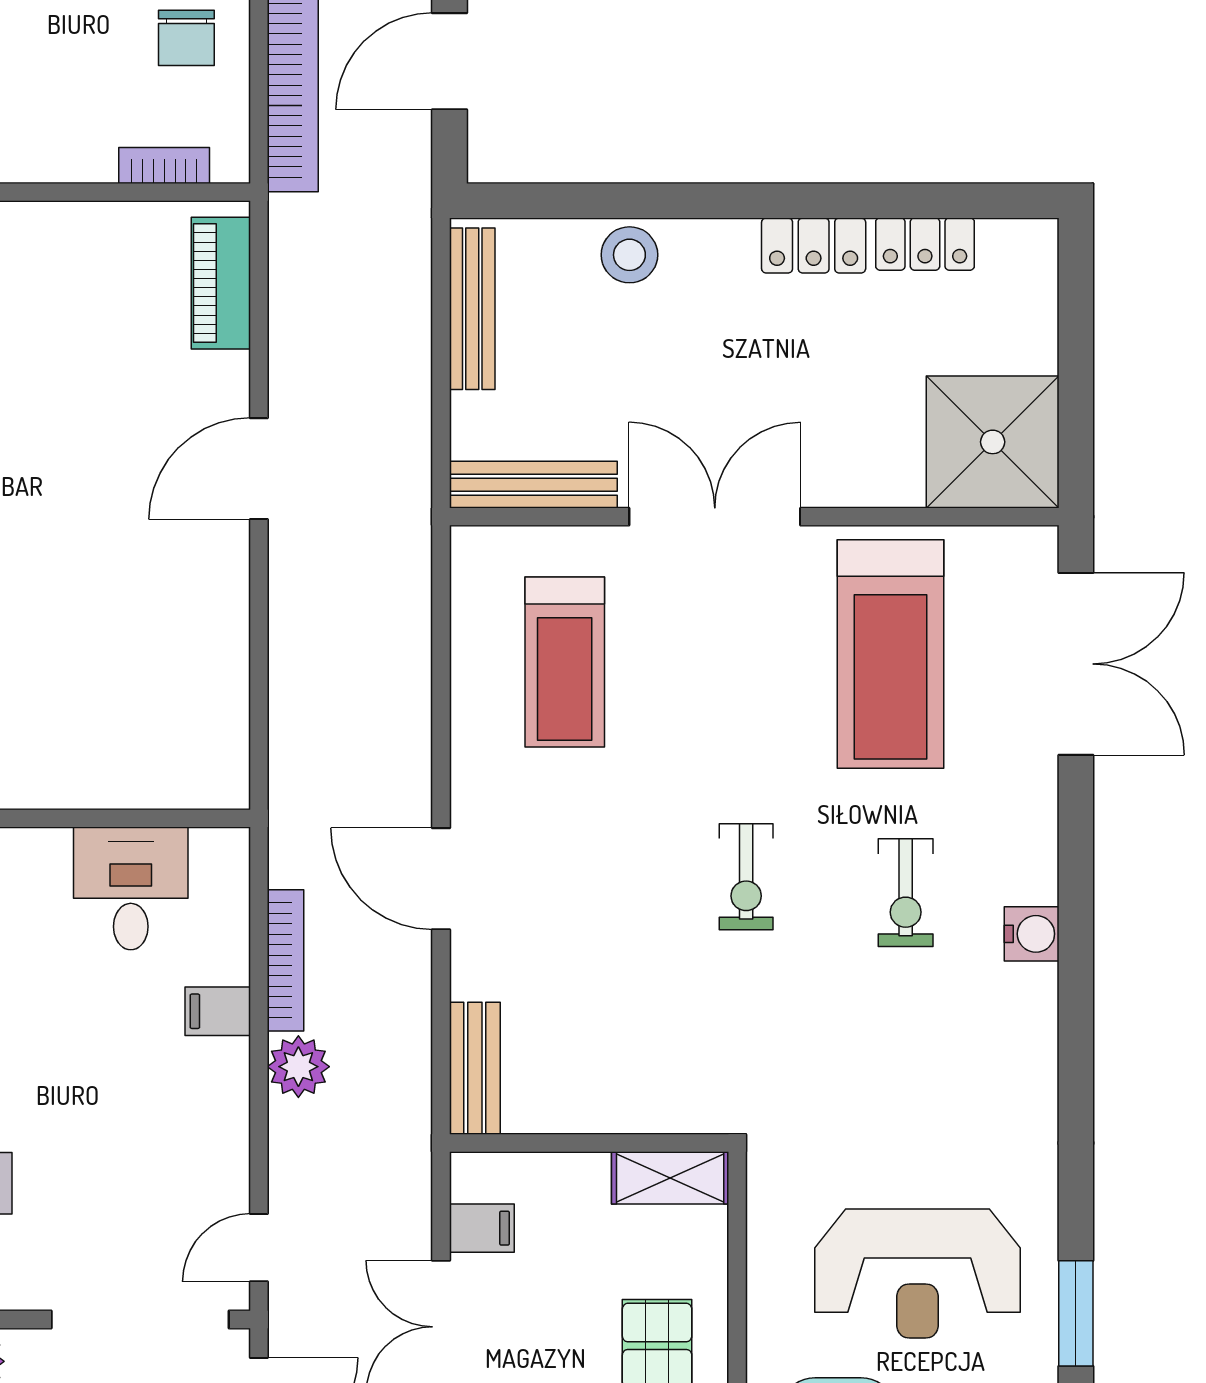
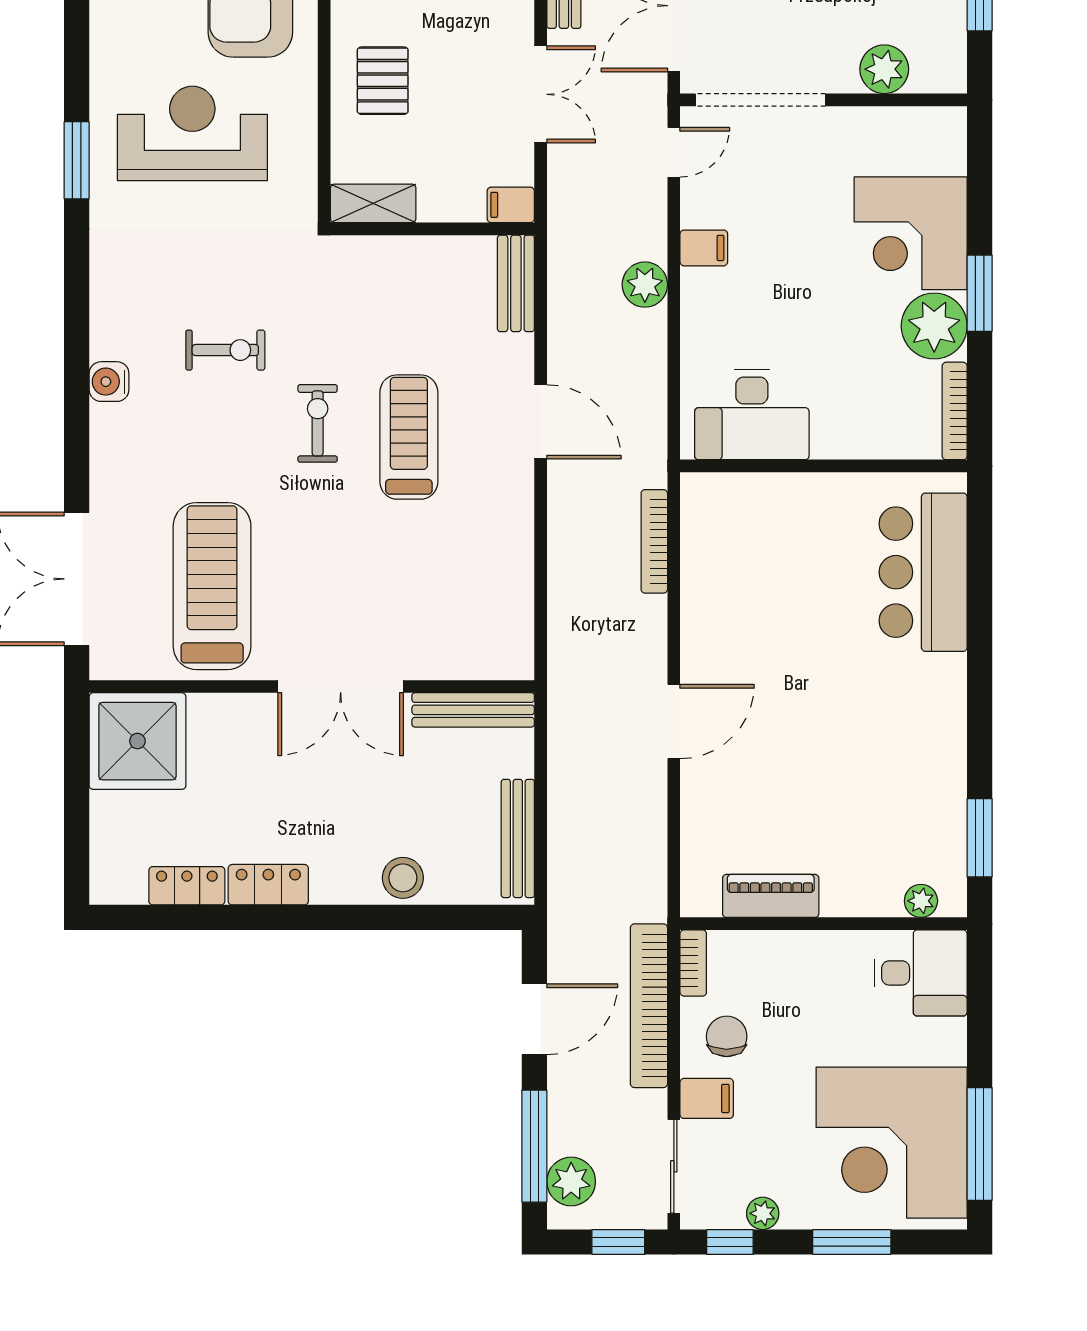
bookcase: (164, 165) -> (693, 963), moved, turned -90
piano: (221, 283) -> (771, 896), moved, turned -90
treadmill: (565, 662) -> (409, 437), moved
desk: (131, 888) -> (752, 415), width x1.37
exercise bike: (906, 893) -> (225, 350), moved, turned 90
bookcase: (285, 960) -> (654, 541), moved
filing cabinet: (218, 1011) -> (704, 248), moved
filing cabinet: (482, 1228) -> (511, 205), moved
window: (1076, 1313) -> (77, 160), moved

